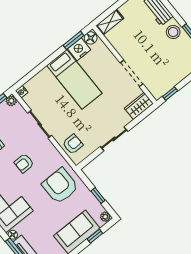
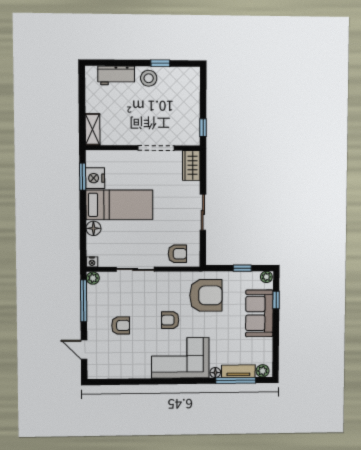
floor lamp: (91, 38) -> (94, 228), moved
armchair: (73, 144) -> (177, 254), turned 91
armchair: (24, 163) -> (170, 320), moved, turned 90
armchair: (60, 186) -> (206, 295), turned 180

